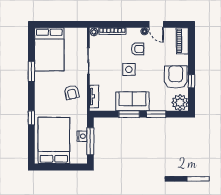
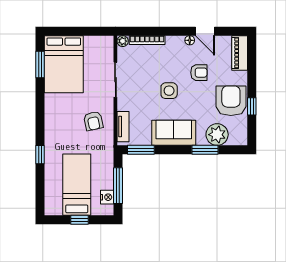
armchair: (138, 49) -> (199, 73), moved
window: (31, 71) -> (40, 64), moved
plant: (180, 103) -> (217, 135), moved
window: (129, 114) -> (141, 150), moved
nightstand: (82, 136) -> (107, 197), moved
bed: (54, 140) -> (77, 185), width x0.67
window: (61, 167) -> (79, 220), added

